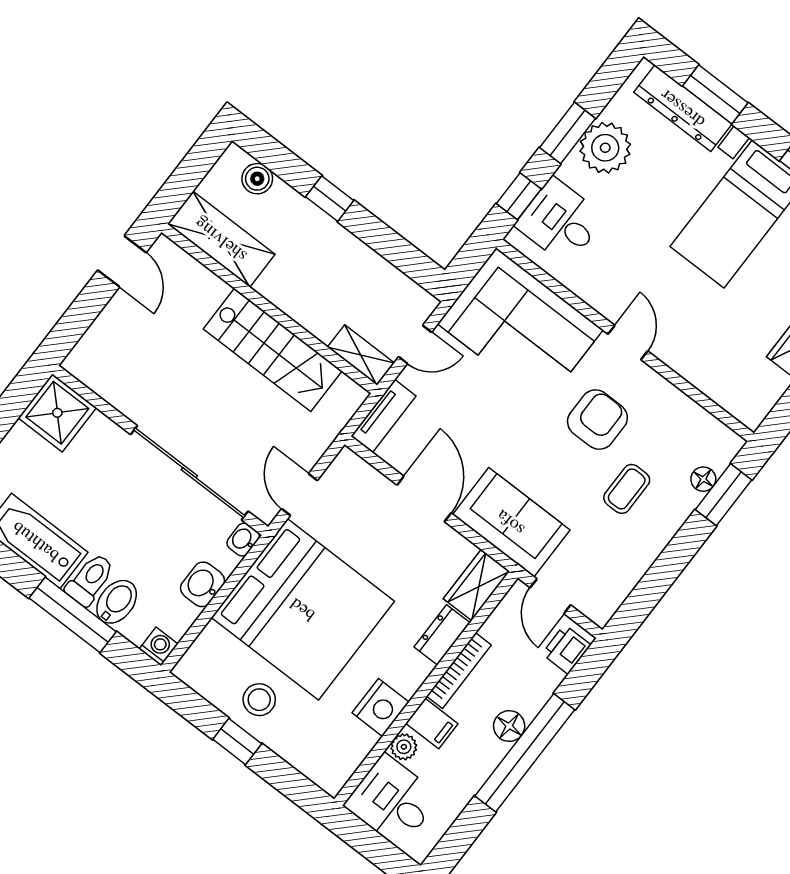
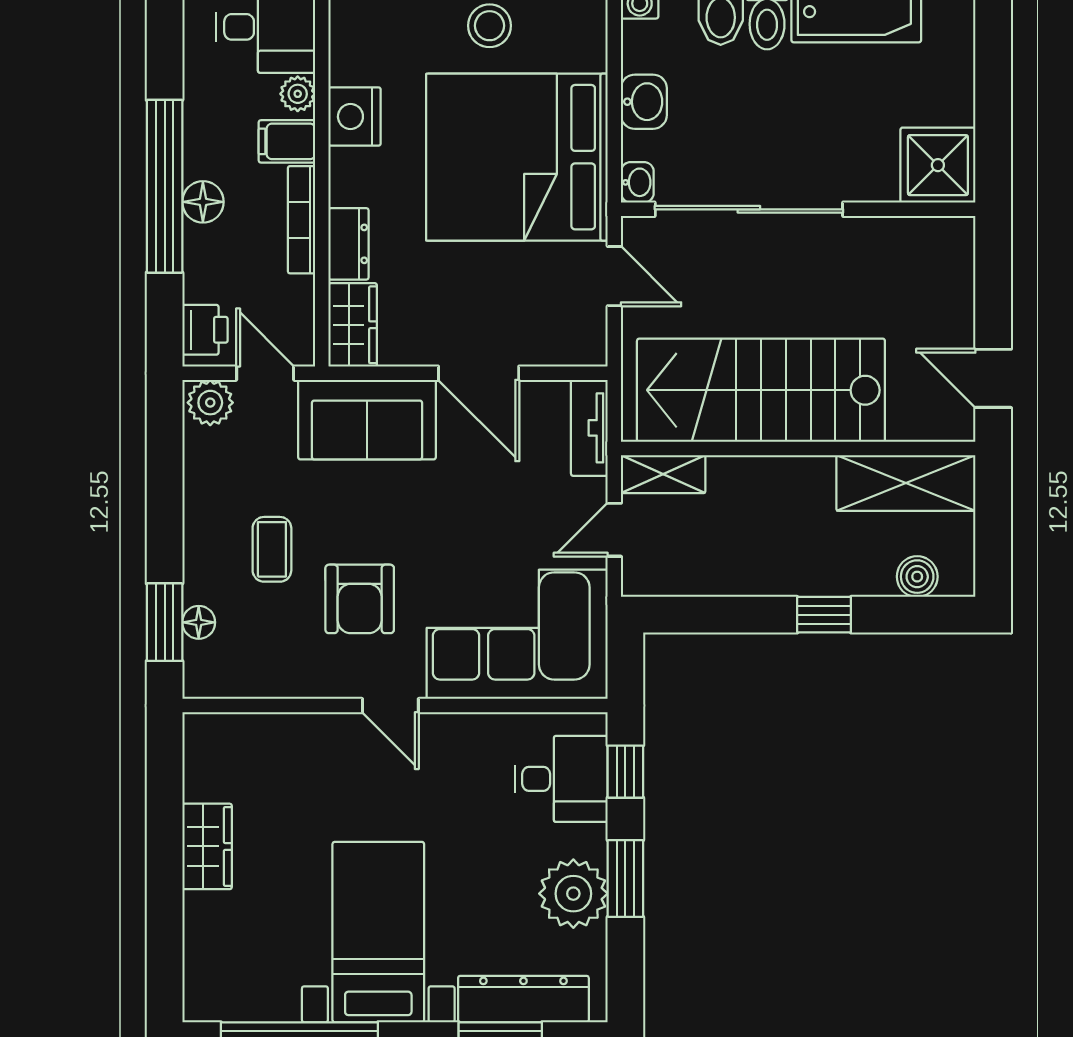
stairs: (273, 350) -> (761, 390), width x1.36, depth x1.51
plant: (596, 604) -> (210, 403), added

